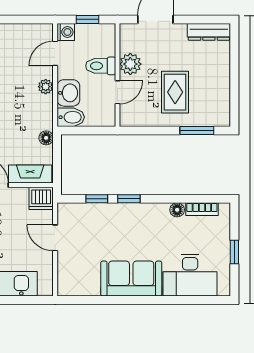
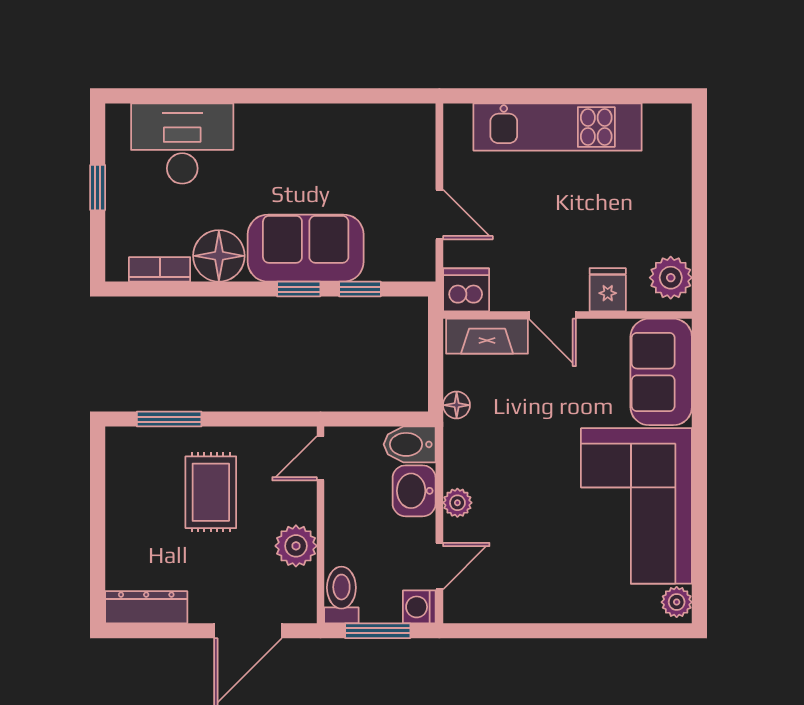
window: (87, 19) -> (378, 631), width x1.50
toilet: (101, 66) -> (341, 595), moved, turned -90
door: (117, 92) -> (321, 458), moved
floor lamp: (177, 210) -> (219, 256), width x1.89, depth x1.89
sofa: (131, 279) -> (306, 248), moved, turned 180

